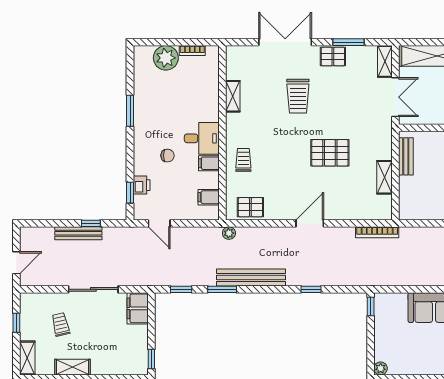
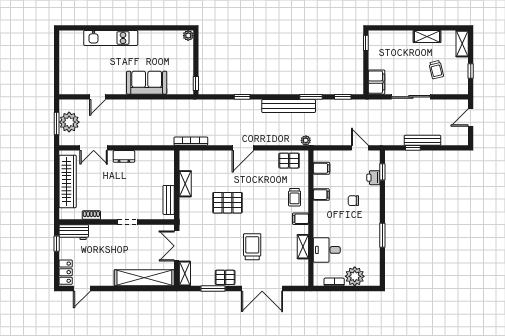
filing cabinet: (236, 132) -> (300, 219), added
desk: (202, 138) -> (327, 250), moved

